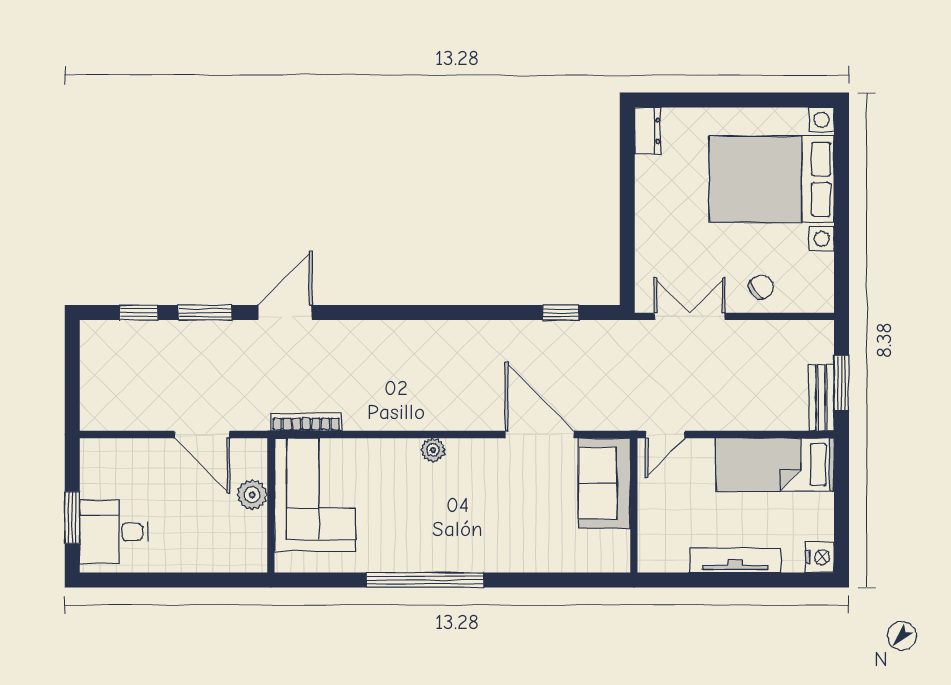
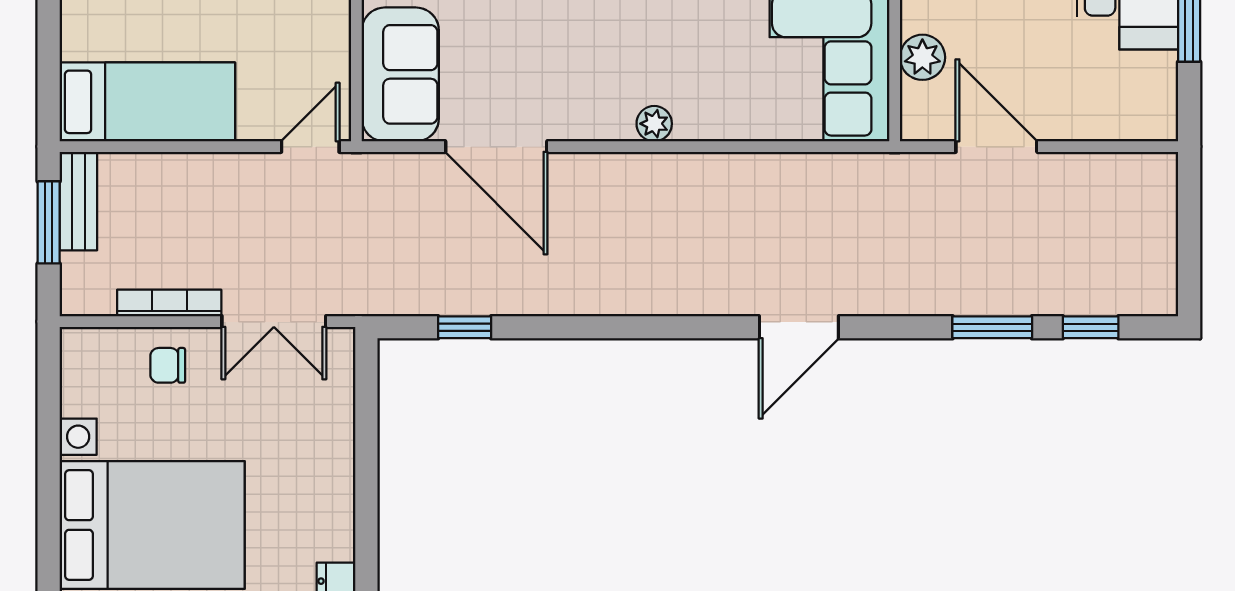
chair: (761, 287) -> (168, 365), turned 37
door: (285, 313) -> (799, 327), moved
bookcase: (306, 422) -> (169, 303), moved, turned 180

